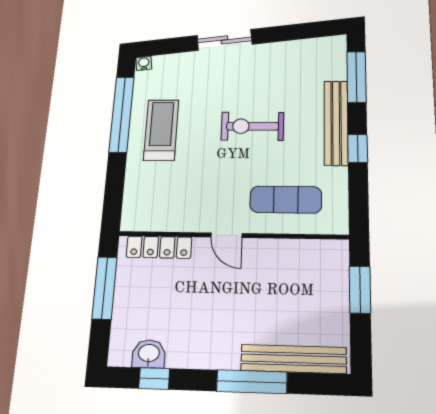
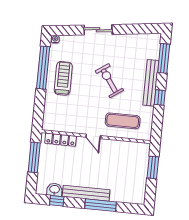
exercise bike: (253, 126) -> (109, 81), turned 55
bench: (294, 359) -> (86, 193), moved

